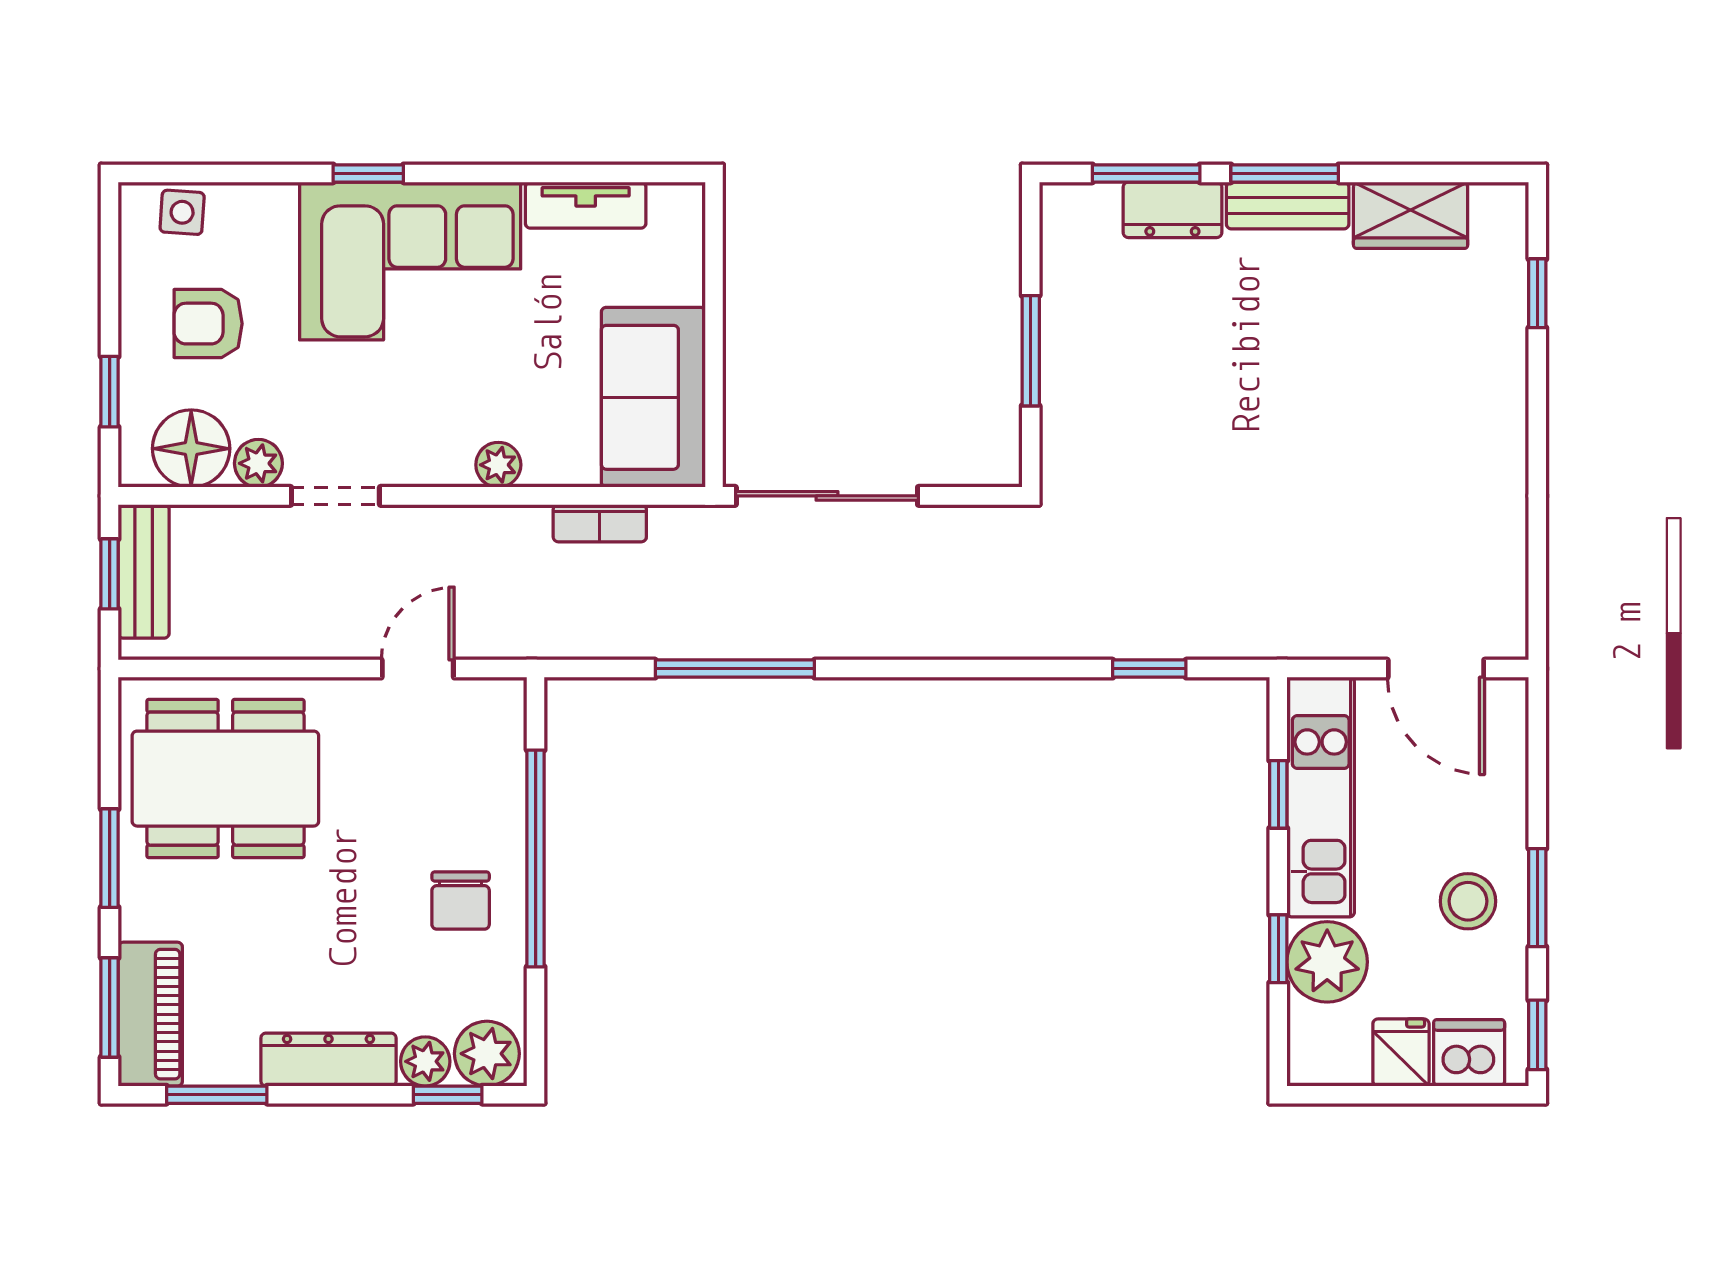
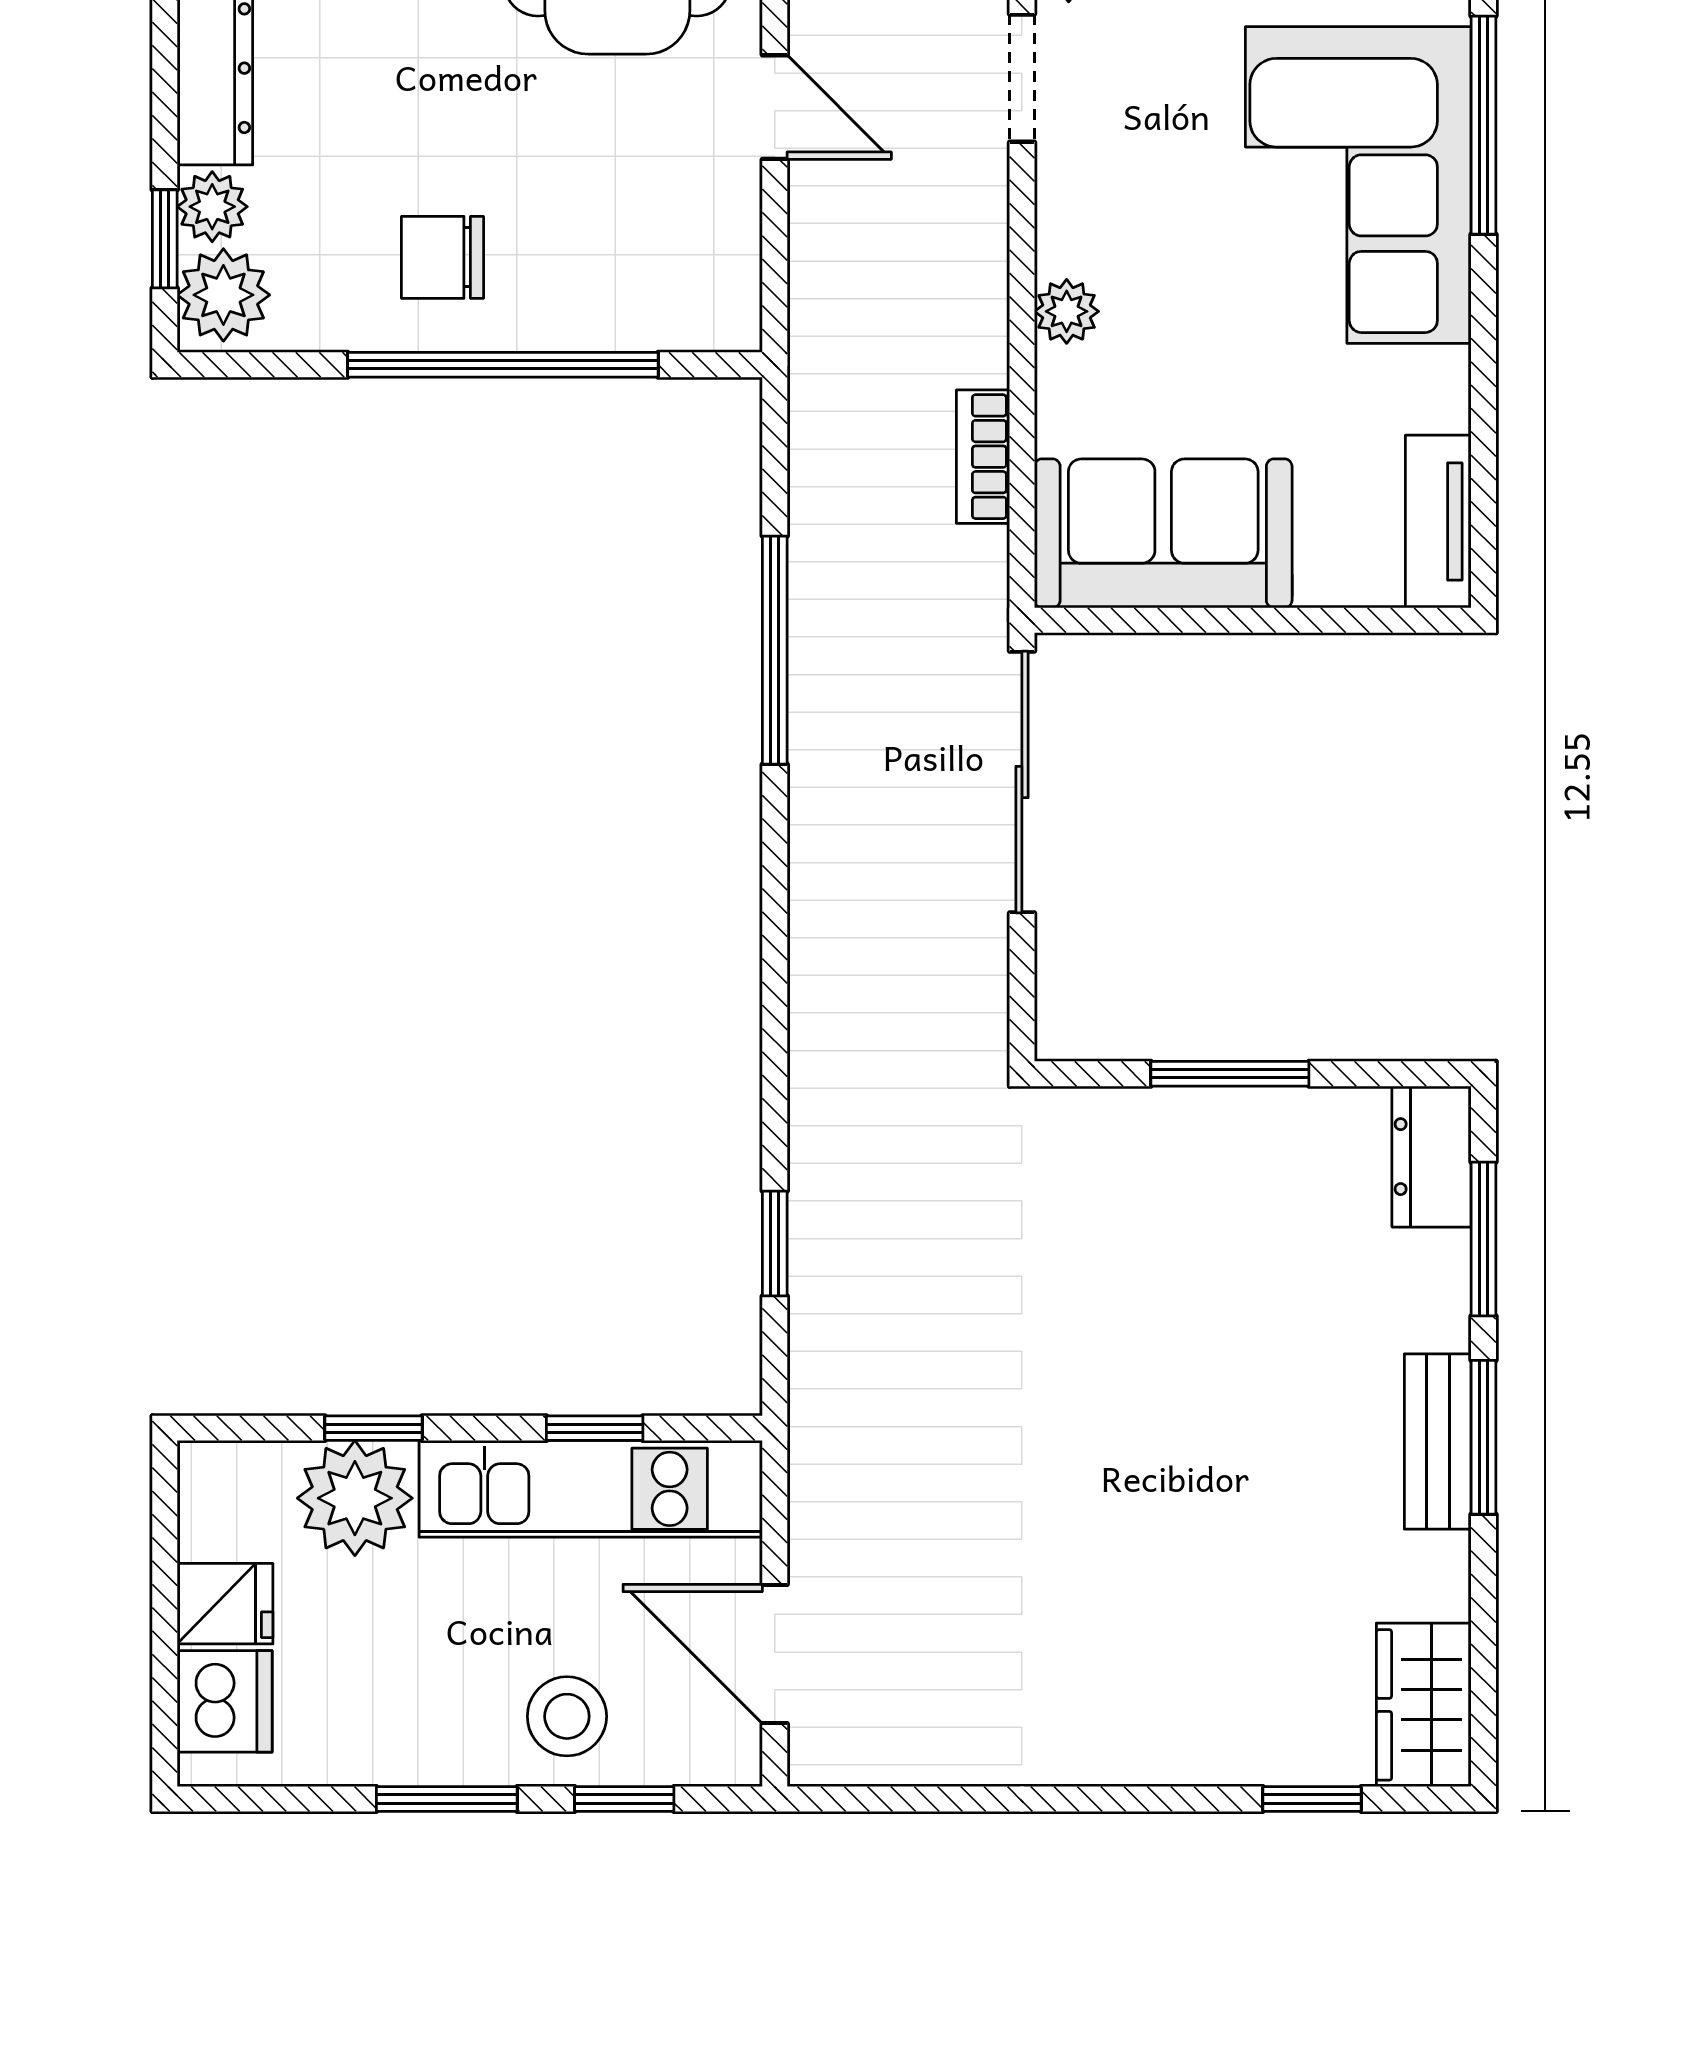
window: (368, 173) -> (1484, 125), width x2.17
tv unit: (586, 205) -> (1438, 522), moved
dresser: (1172, 210) -> (1432, 1157), moved
wardrobe: (1411, 215) -> (1424, 1705), moved
door: (418, 669) -> (775, 107), moved
door: (1436, 669) -> (775, 1654), hinge flipped
stool: (1468, 901) -> (567, 1716), moved
window: (1537, 1035) -> (624, 1799), moved

